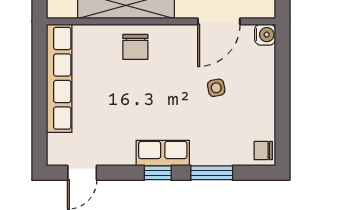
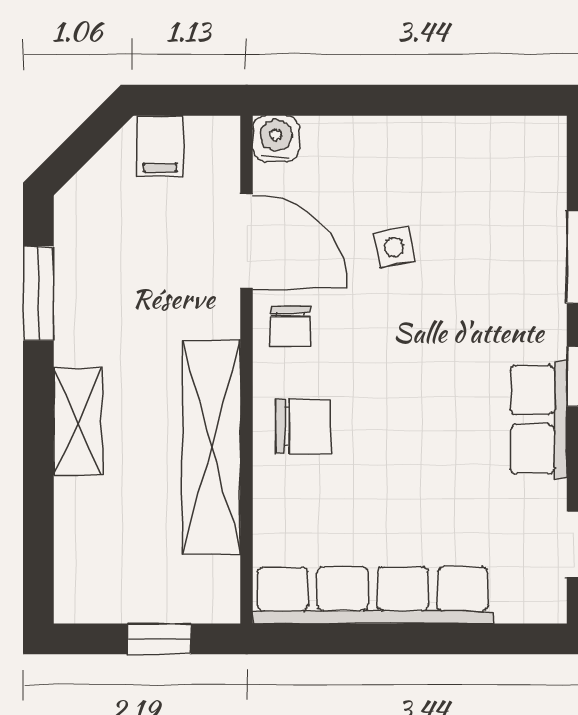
chair: (263, 151) -> (291, 326), moved
row of seats: (163, 153) -> (539, 420), moved

